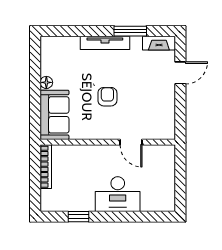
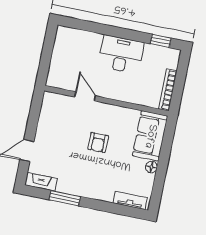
tv unit: (105, 43) -> (130, 200), moved, width x0.71
desk: (118, 194) -> (121, 54), moved
window: (79, 217) -> (161, 41), moved

